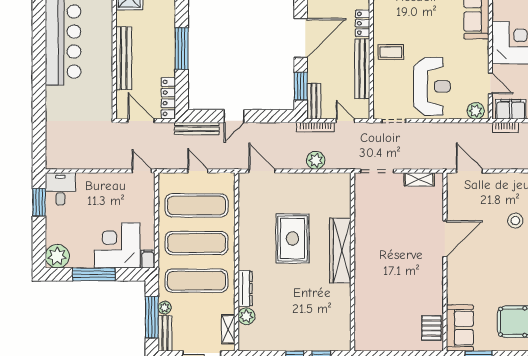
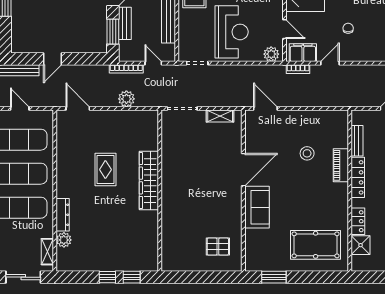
bench: (314, 101) -> (125, 23), moved
rug: (292, 238) -> (105, 170), width x0.73, depth x0.70
pallet: (431, 328) -> (218, 247), moved, turned 90
sofa: (460, 328) -> (257, 207), moved

